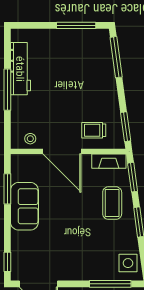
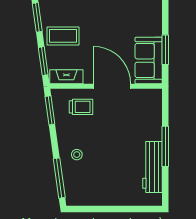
window: (76, 25) -> (98, 209), removed
stool: (30, 139) -> (77, 155), moved
coffee table: (112, 203) -> (63, 36), turned 90
sofa: (24, 206) -> (149, 61), moved

